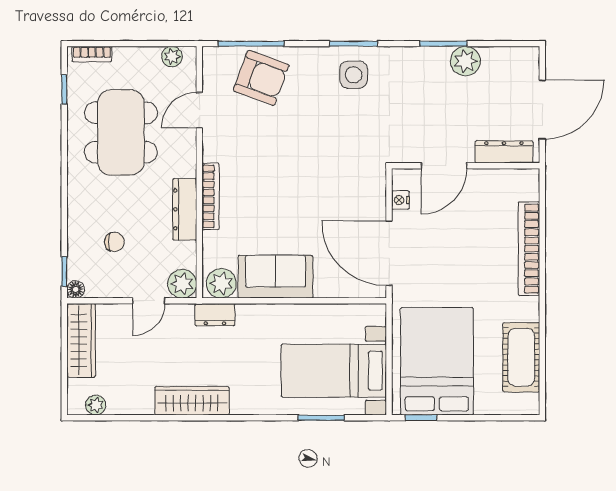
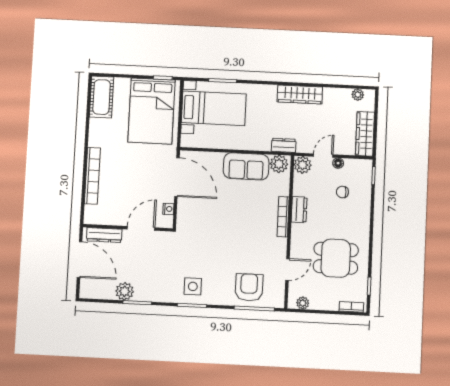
armchair: (261, 78) -> (249, 287), turned 70
door: (542, 110) -> (80, 260), swing flipped
dining table: (121, 132) -> (336, 258), width x0.73
dresser: (185, 209) -> (299, 210), width x0.70
floor lamp: (76, 289) -> (338, 163), moved
cot: (521, 357) -> (102, 97), moved

